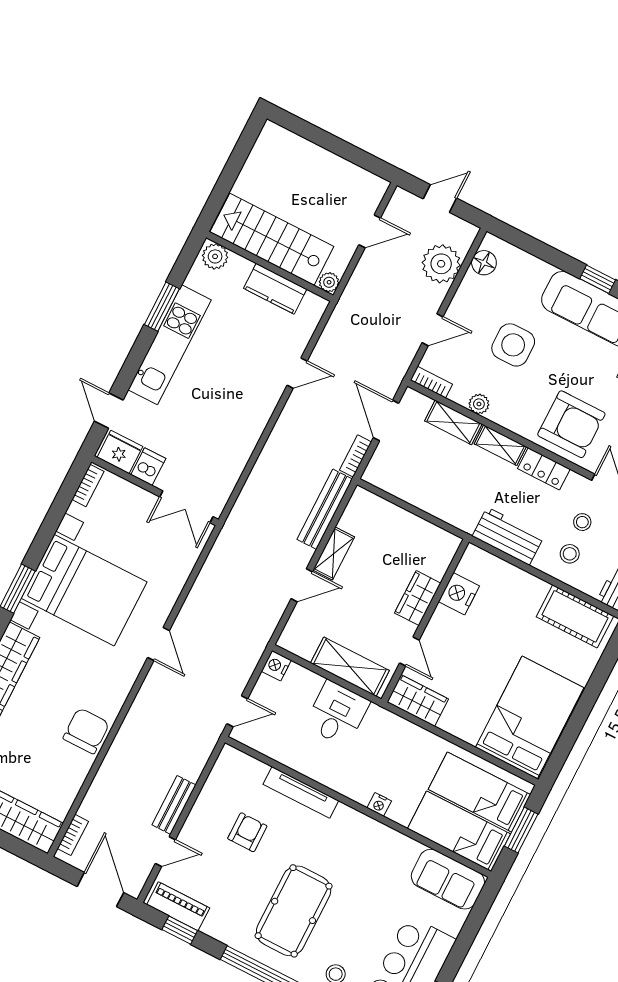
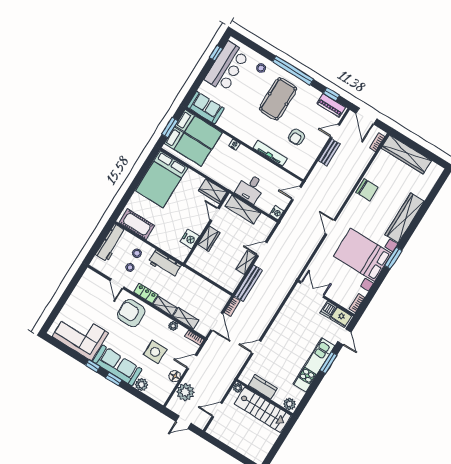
floor lamp: (484, 263) -> (175, 376), moved
plant: (537, 272) -> (141, 385), added
window: (162, 307) -> (328, 363), moved
chair: (86, 731) -> (367, 190), turned -90

